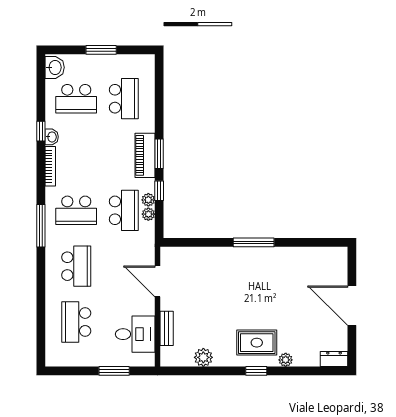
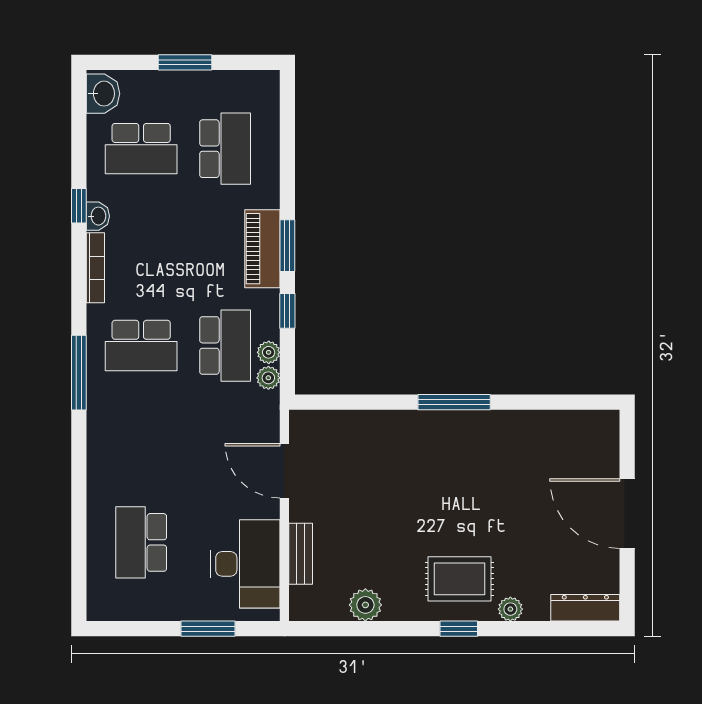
plant: (148, 200) -> (268, 378), moved
school desk: (76, 266) -> (141, 444), removed
desk: (135, 334) -> (245, 564), width x1.37
dresser: (334, 359) -> (585, 608), width x1.44

